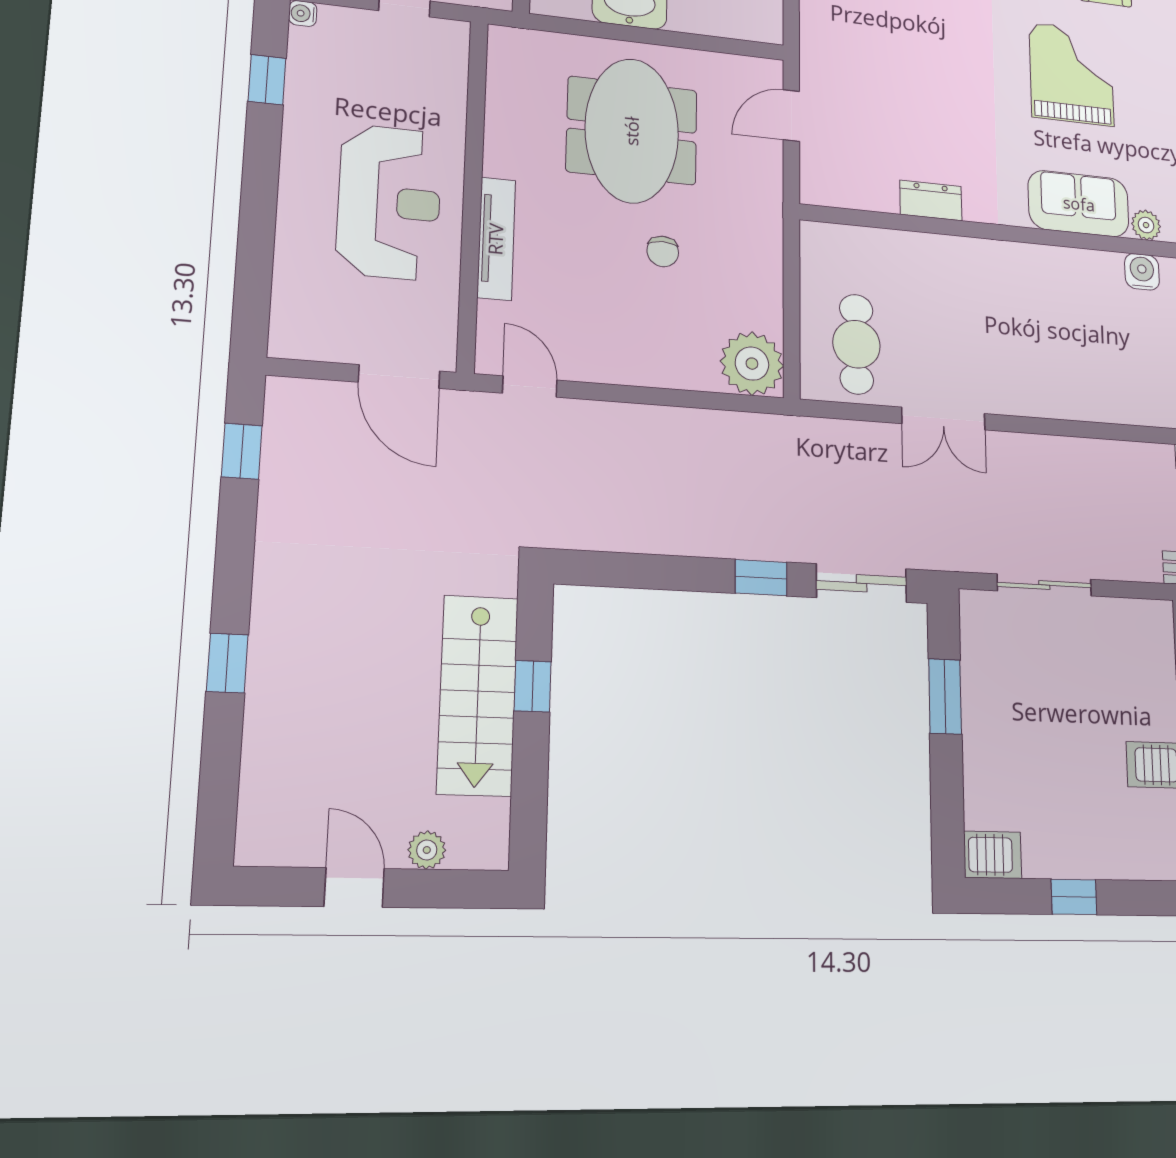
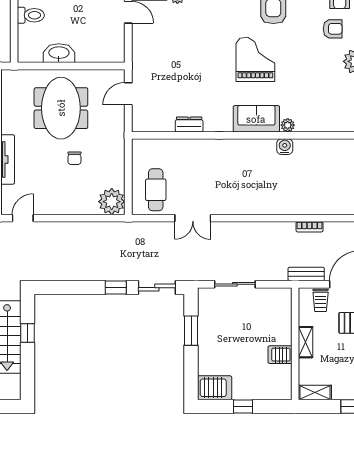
door: (530, 387) -> (23, 218), hinge flipped
server rack: (993, 855) -> (215, 388), width x1.36, depth x1.44

